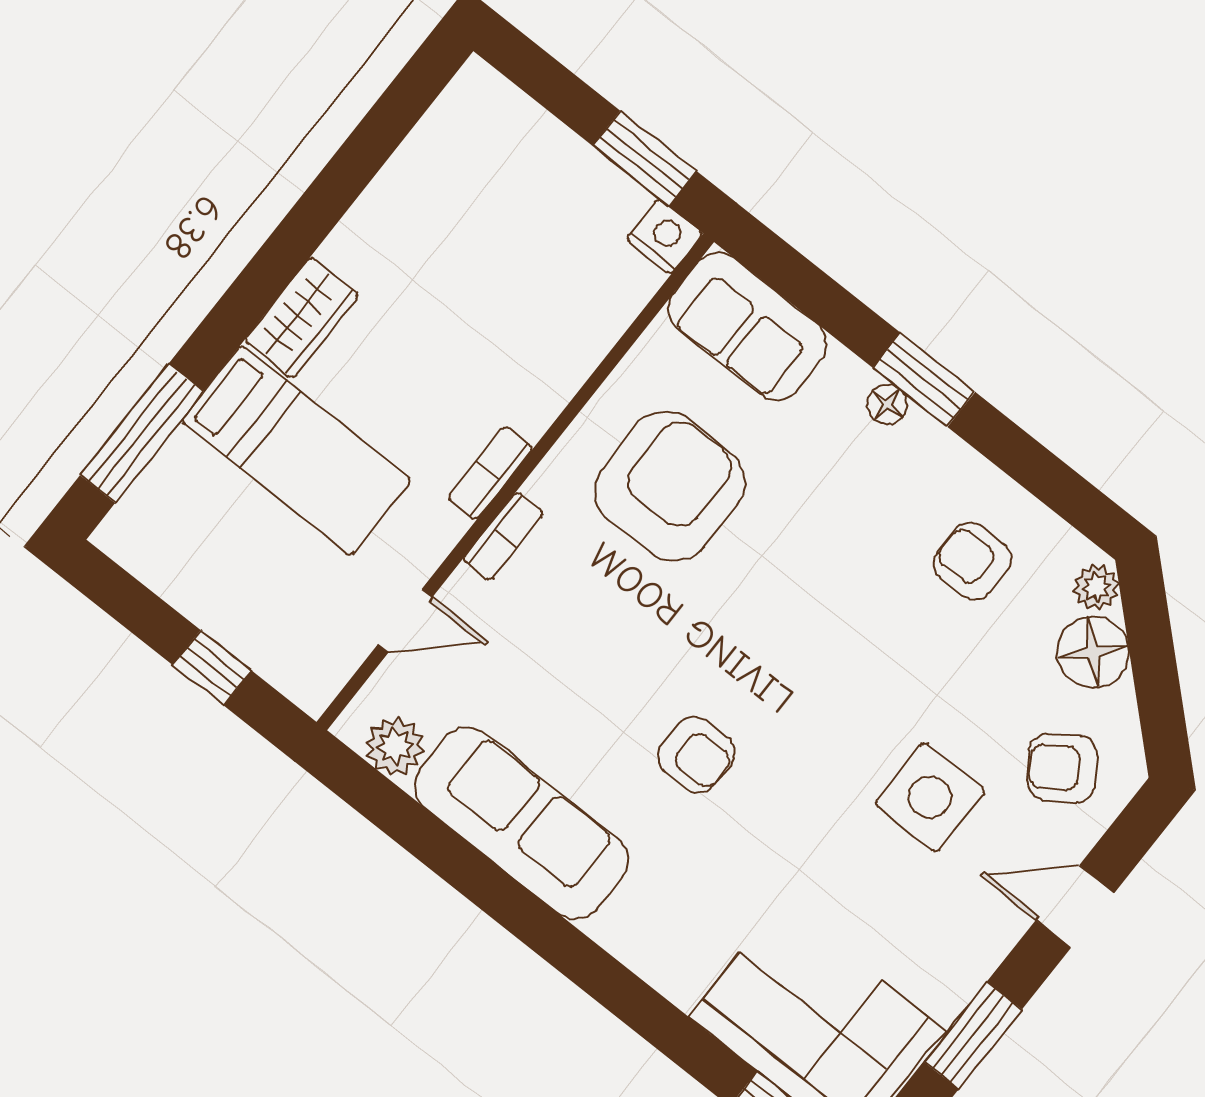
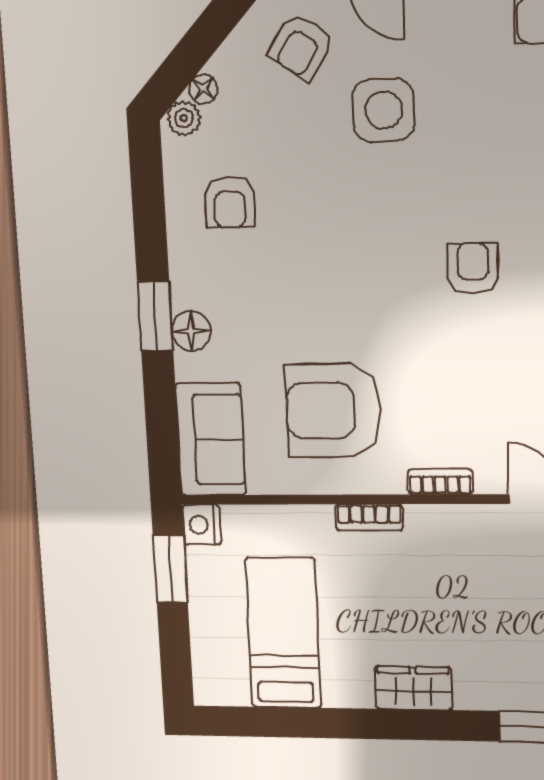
floor lamp: (887, 404) -> (191, 331), width x1.37, depth x1.37
bed: (296, 450) -> (283, 633), moved
bookcase: (490, 473) -> (369, 517), moved
floor lamp: (1093, 652) -> (203, 89), width x0.53, depth x0.53
armchair: (1062, 768) -> (301, 47), turned 68

